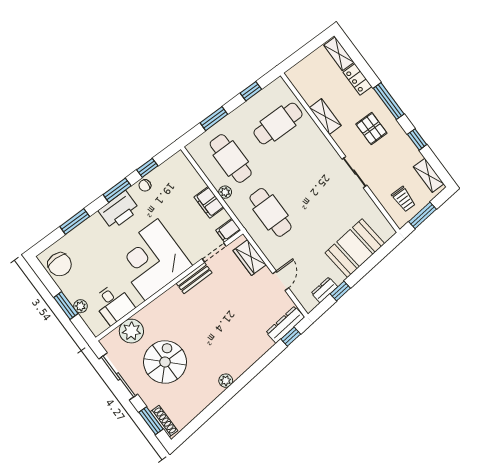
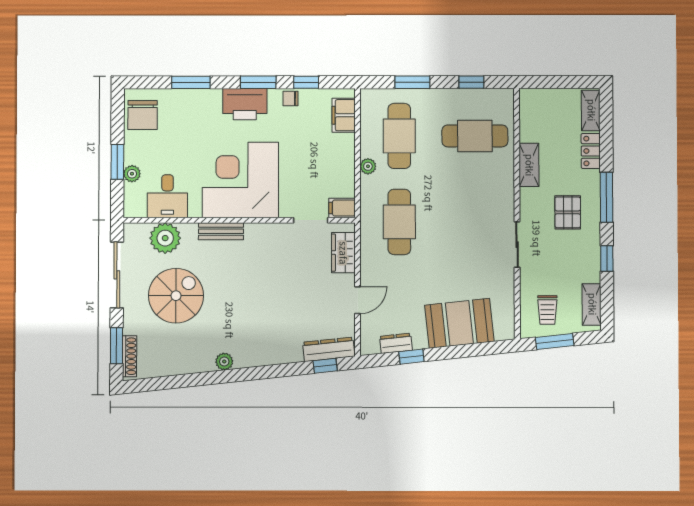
filing cabinet: (209, 202) -> (344, 115), moved
bench: (194, 278) -> (221, 231), moved

